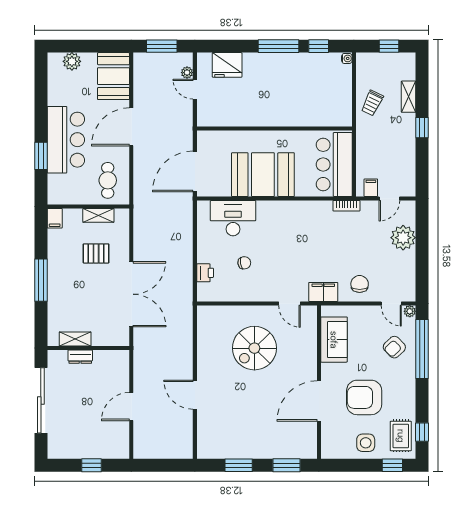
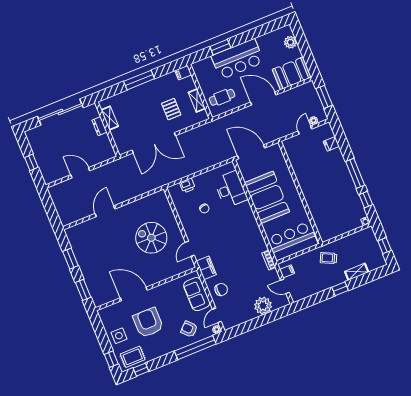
fridge: (227, 65) -> (331, 144), width x0.53, depth x0.75
trolley: (372, 103) -> (329, 258), moved
sofa: (334, 340) -> (197, 294), moved, turned 90

